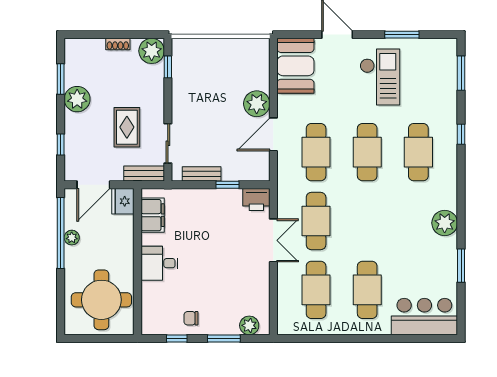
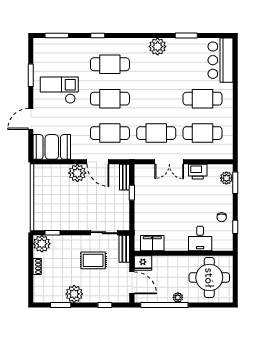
bench: (202, 174) -> (125, 177), moved
printer: (256, 200) -> (198, 172), moved, turned 90
plant: (72, 238) -> (178, 297), moved
double door: (273, 240) -> (169, 162), swing flipped
desk: (160, 263) -> (200, 238), moved
window: (224, 339) -> (235, 183), moved

